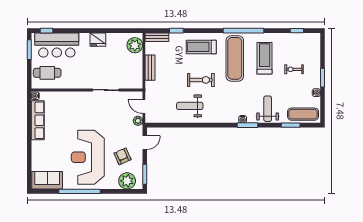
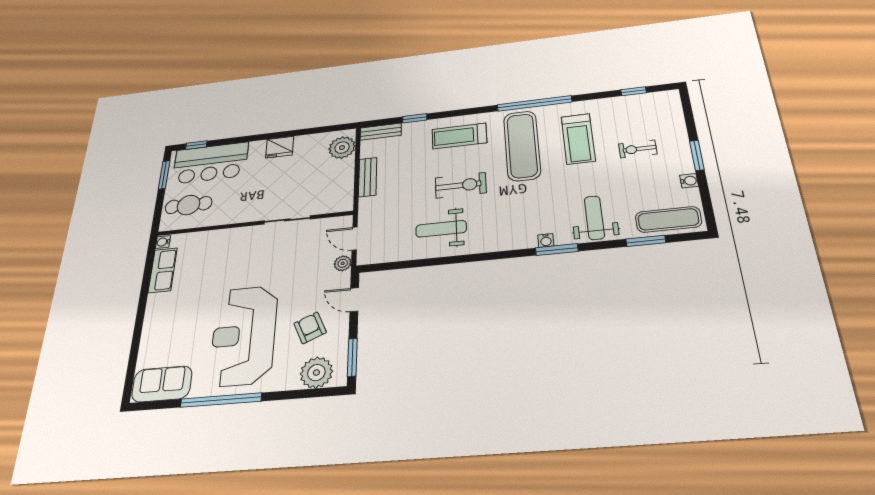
treadmill: (265, 58) -> (578, 139), turned 180
row of seats: (38, 120) -> (163, 270), width x0.68
door: (145, 143) -> (354, 300), swing flipped

